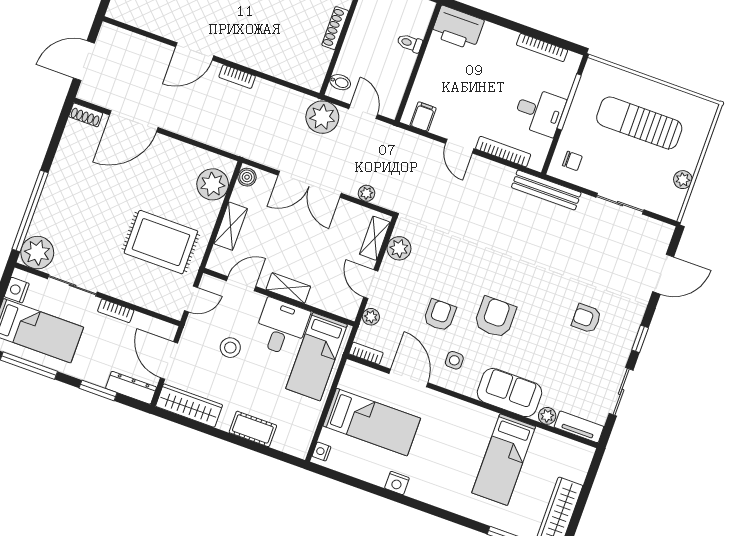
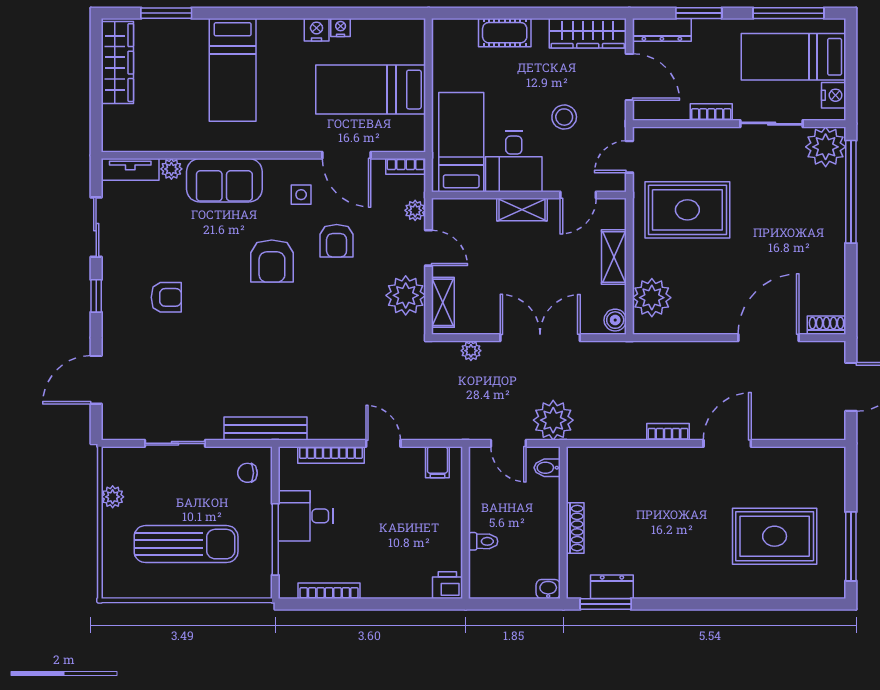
printer: (458, 28) -> (447, 585), width x0.53, depth x0.68
plant: (399, 248) -> (406, 295), width x1.36, depth x1.36
nightstand: (322, 452) -> (341, 28), moved, turned -90
bed: (504, 460) -> (233, 70), moved, turned 180

